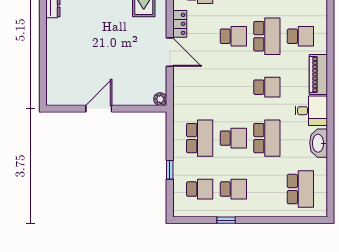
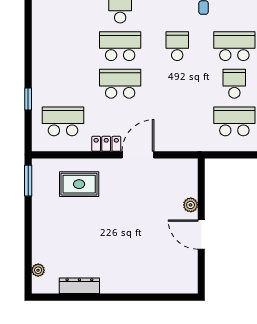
school desk: (233, 36) -> (120, 84), width x1.85
plant: (160, 99) -> (191, 205), moved

